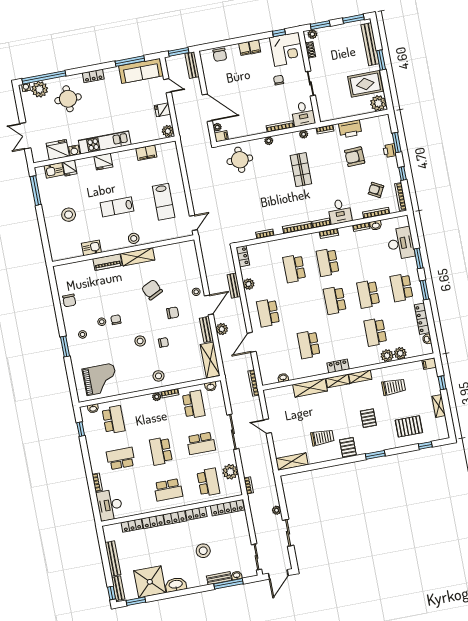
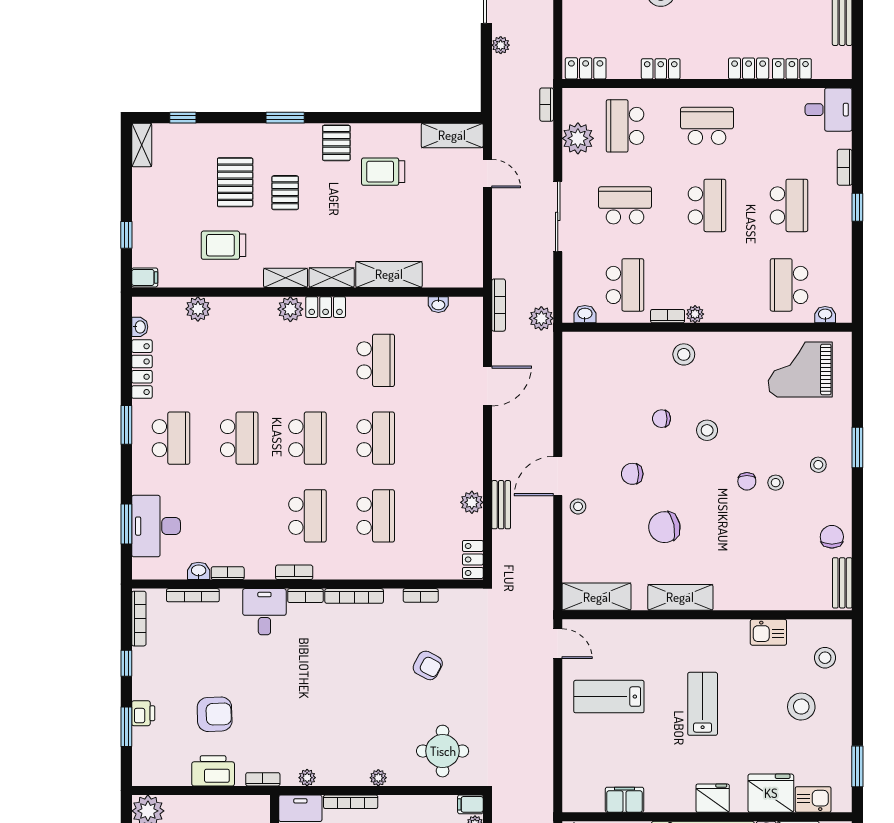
fridge: (70, 168) -> (771, 793), width x1.88, depth x1.34
shop shelf: (301, 170) -> (325, 709), removed
armchair: (376, 190) -> (428, 665), moved
window: (36, 191) -> (857, 766), width x0.69
lab bench: (164, 202) -> (609, 697), turned -90
lab bench: (117, 207) -> (703, 704), turned -90
door: (193, 223) -> (558, 644), swing flipped
stool: (134, 238) -> (825, 658), moved
window: (419, 258) -> (126, 524), moved
piano: (107, 262) -> (742, 598), removed
chair: (152, 290) -> (664, 527), turned 104
school desk: (268, 313) -> (376, 438), moved
bench: (206, 329) -> (842, 583), moved
plant: (222, 329) -> (541, 318), moved
school desk: (375, 332) -> (239, 360), removed
plant: (387, 356) -> (290, 309), moved
shelving: (210, 360) -> (597, 597), moved, turned 90
school desk: (194, 404) -> (625, 285), turned 180
shelving: (439, 406) -> (142, 145), moved
door: (267, 426) -> (487, 174), moved
pallet: (409, 426) -> (235, 182), moved, turned 90
window: (81, 429) -> (857, 207), moved
school desk: (121, 459) -> (789, 205), turned -90
desk: (110, 505) -> (829, 110), width x0.73
locker: (227, 508) -> (586, 68), width x0.66
locker: (175, 518) -> (704, 68), removed

